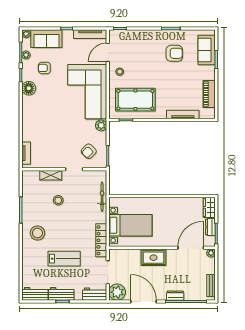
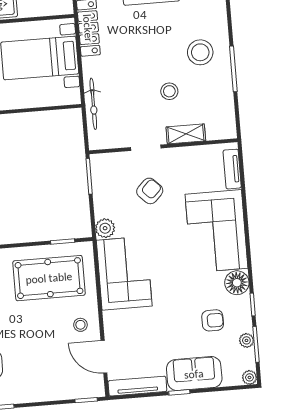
sofa: (46, 39) -> (194, 374), moved
door: (108, 52) -> (104, 357), swing flipped
corner sofa: (87, 92) -> (124, 273), width x0.73, depth x0.74
corner sofa: (38, 119) -> (216, 231), added
armchair: (89, 151) -> (150, 191), moved
stool: (37, 233) -> (200, 52), moved

